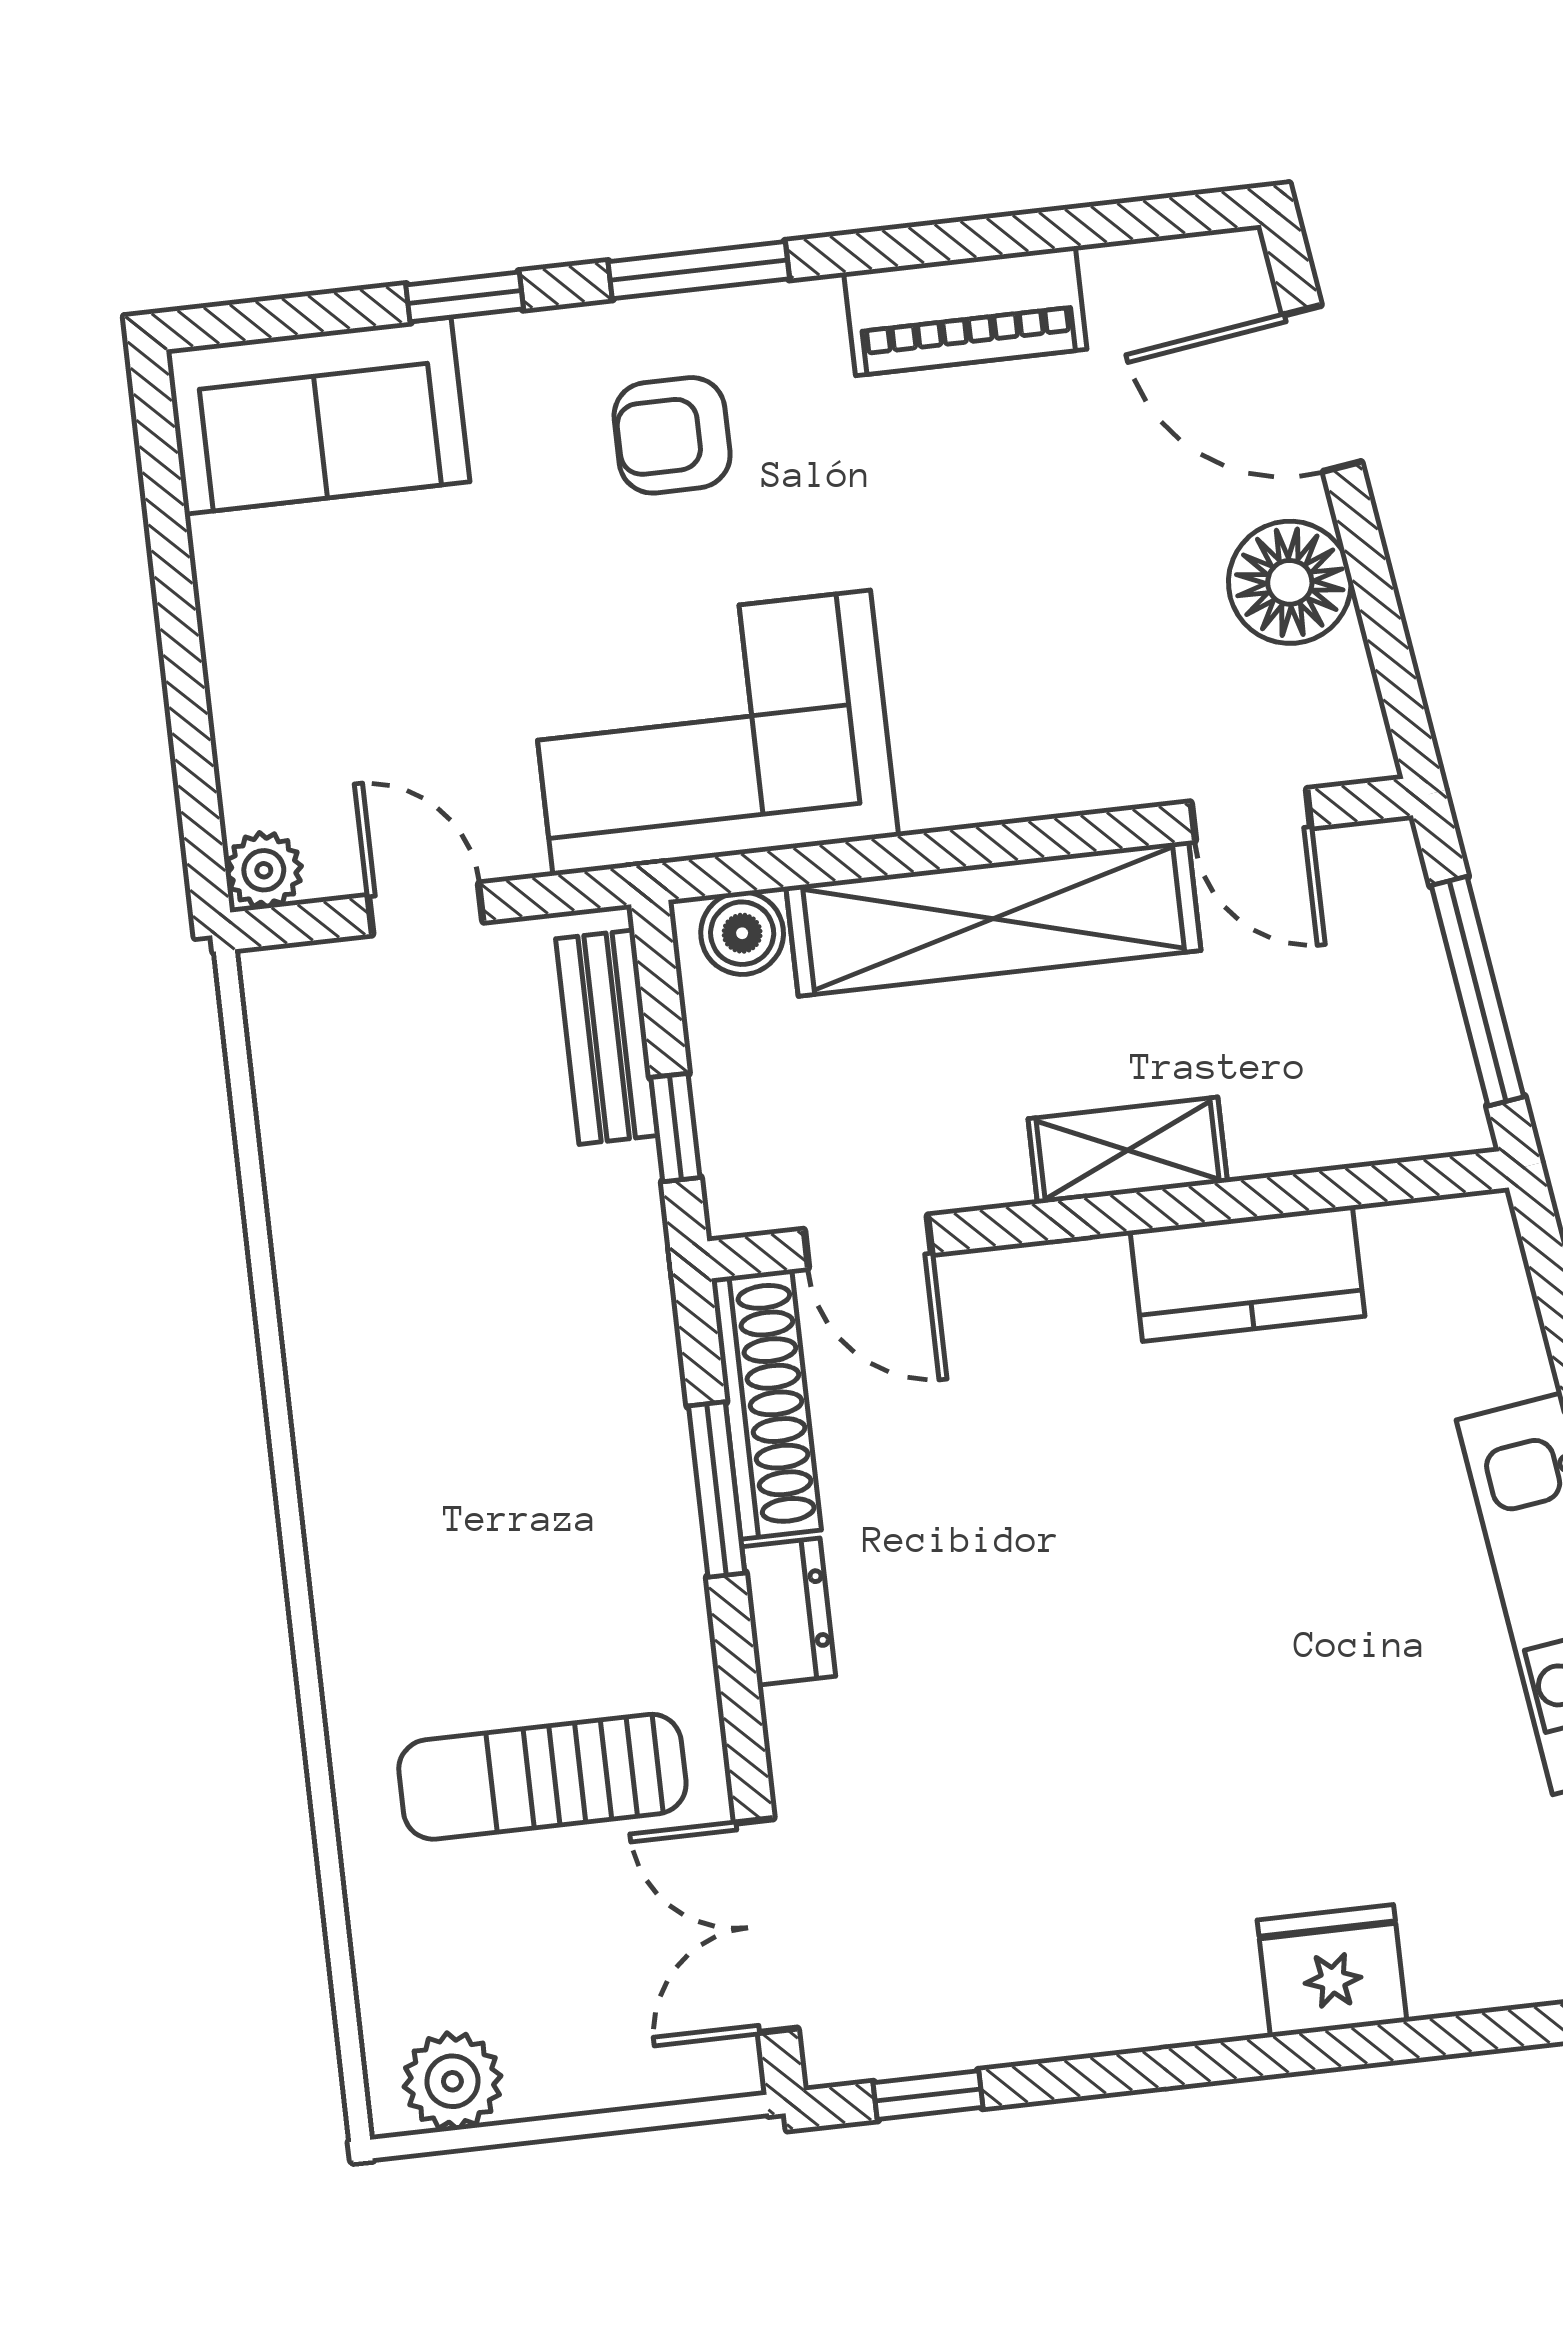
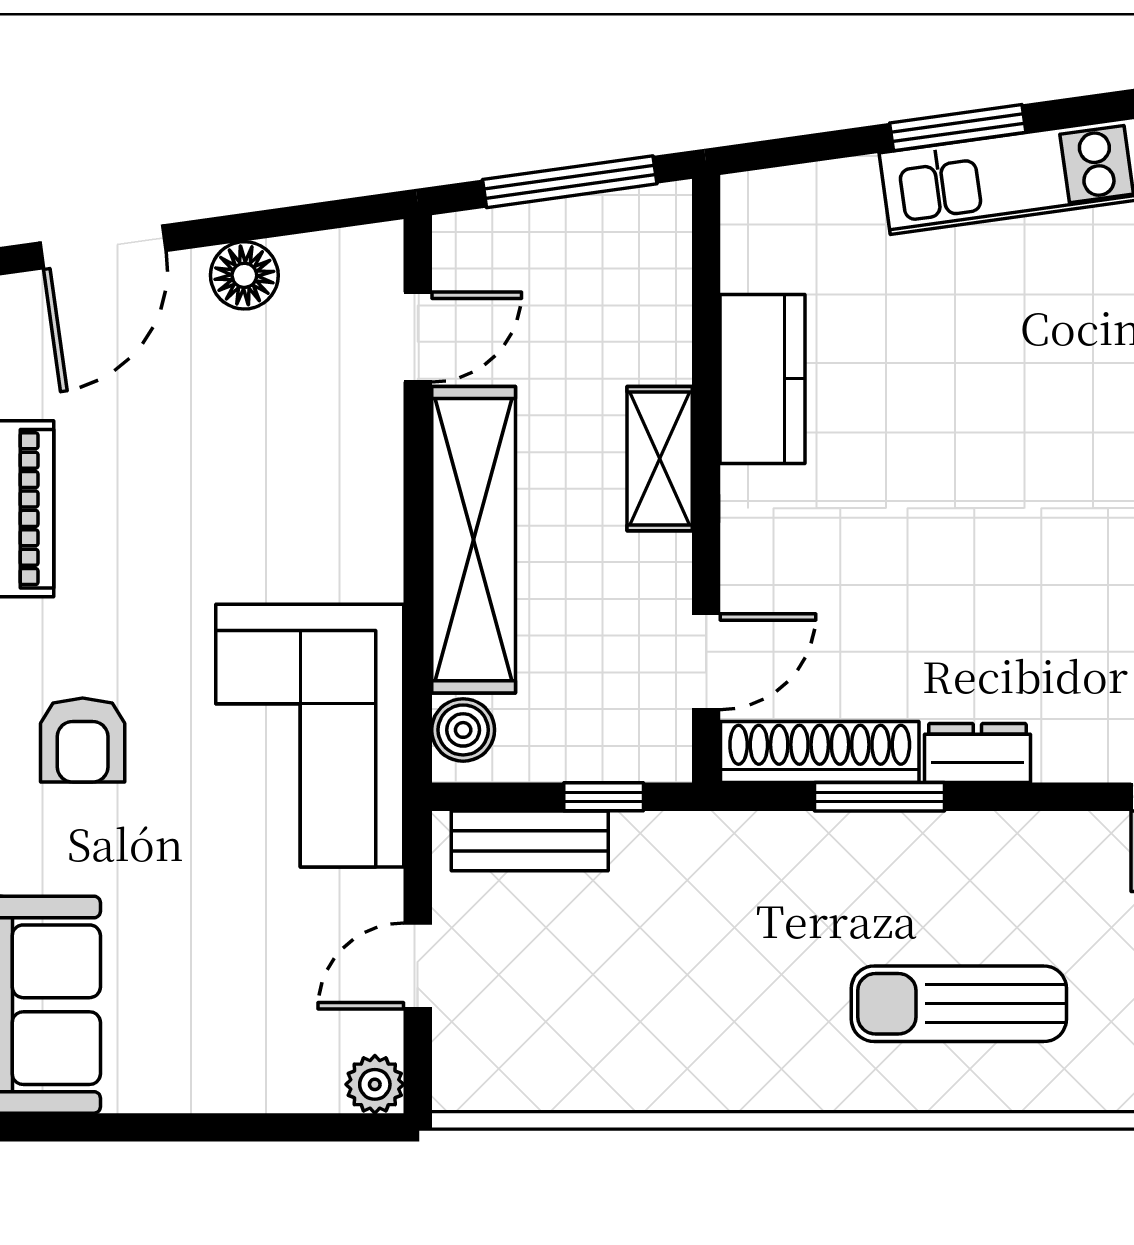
floor lamp: (1290, 582) -> (244, 275), width x0.73, depth x0.73
sun lounger: (542, 1777) -> (959, 1004), moved, turned 90

